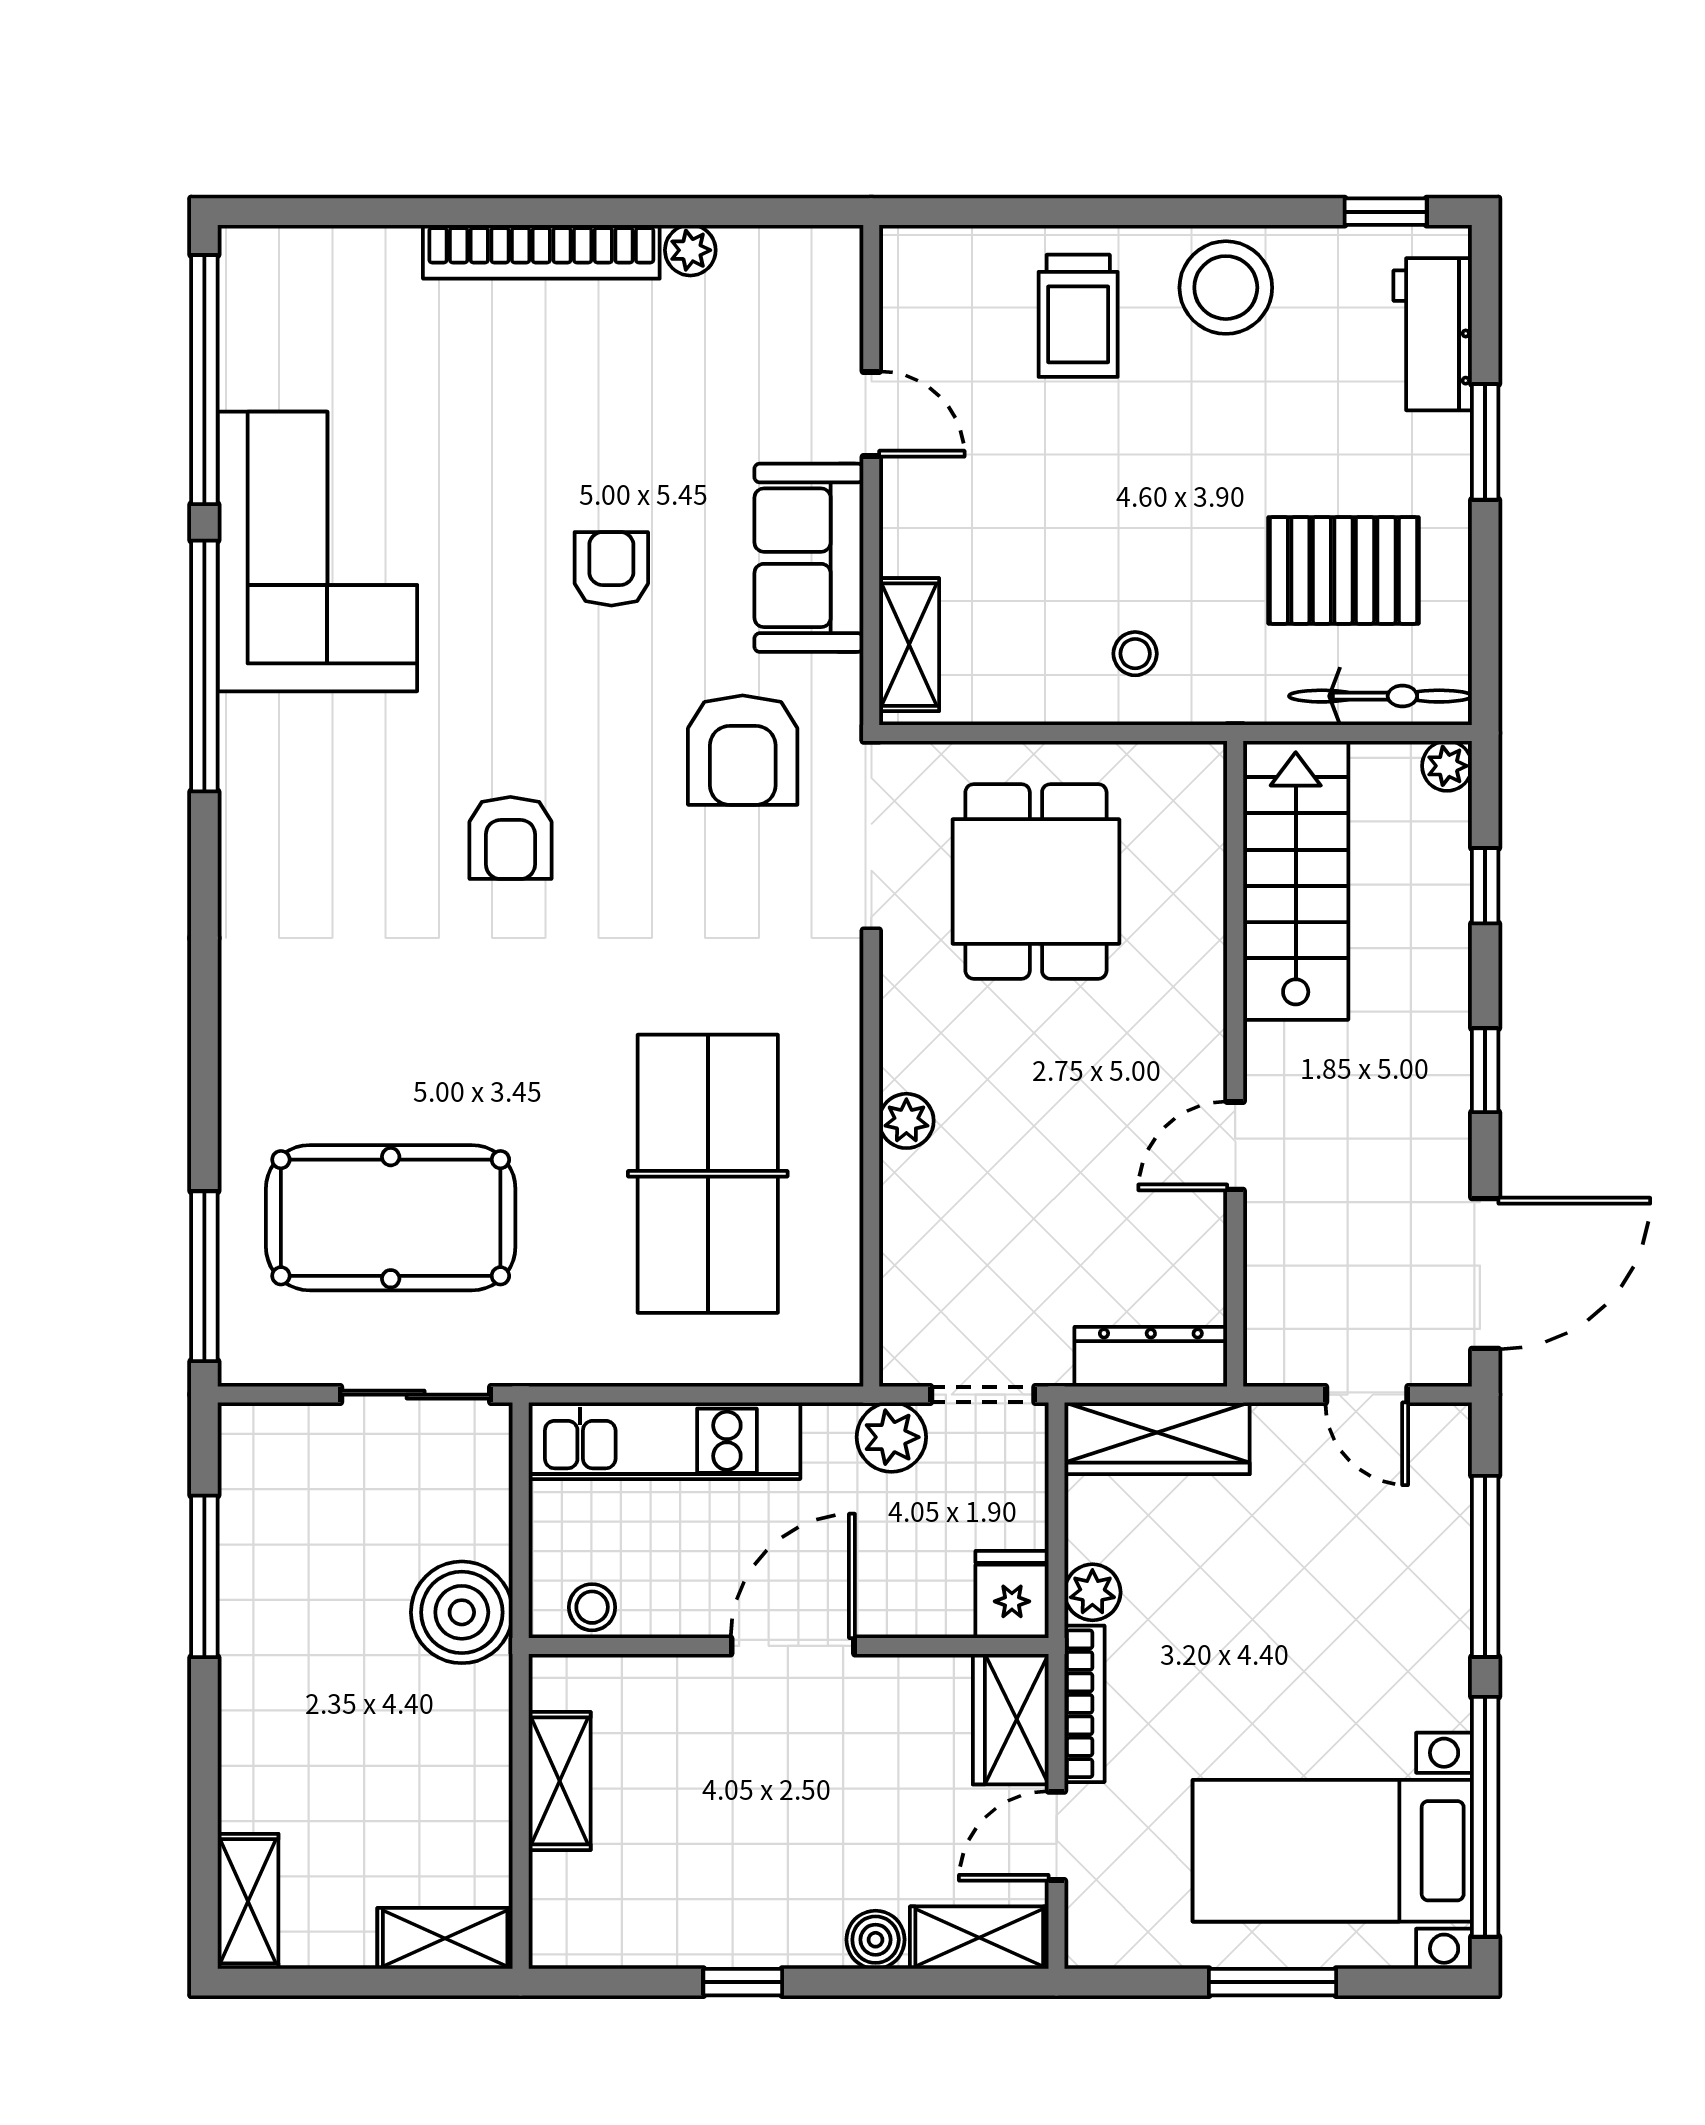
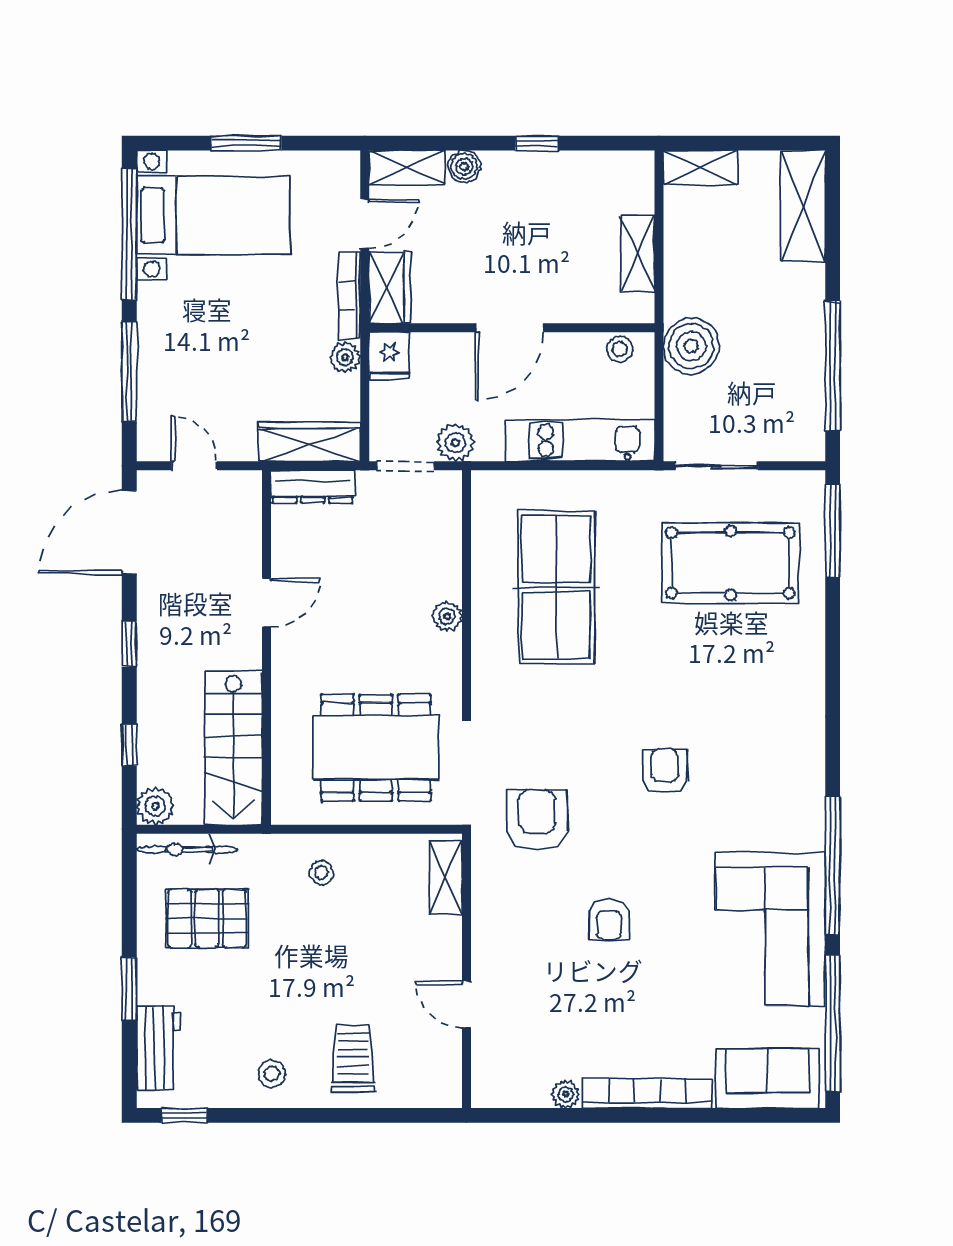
stool: (1226, 288) -> (272, 1074), width x0.53, depth x0.53
sofa: (809, 558) -> (767, 1078), moved, turned -90
plant: (1447, 766) -> (155, 806), width x1.38, depth x1.38
dining table: (1036, 881) -> (376, 748), width x1.38
window: (204, 1576) -> (833, 366), width x1.46
shelving: (248, 1901) -> (803, 206), width x1.50, depth x1.33

